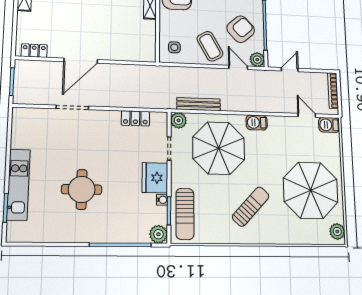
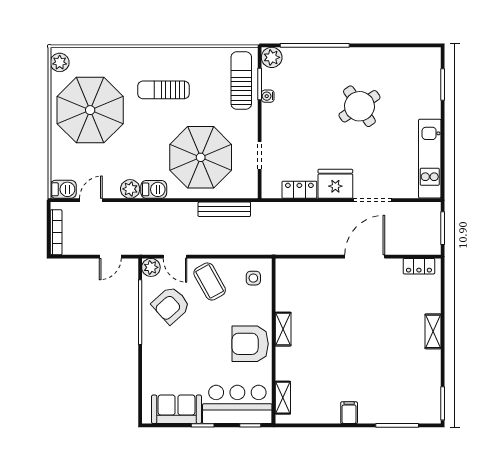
door: (307, 115) -> (91, 200), swing flipped
plant: (179, 120) -> (130, 189), moved
fridge: (155, 178) -> (335, 184), moved, turned -90
kitchen unit: (18, 185) -> (430, 159), moved
round table: (82, 189) -> (359, 106), turned -34
sun lounger: (251, 207) -> (164, 90), turned 47

